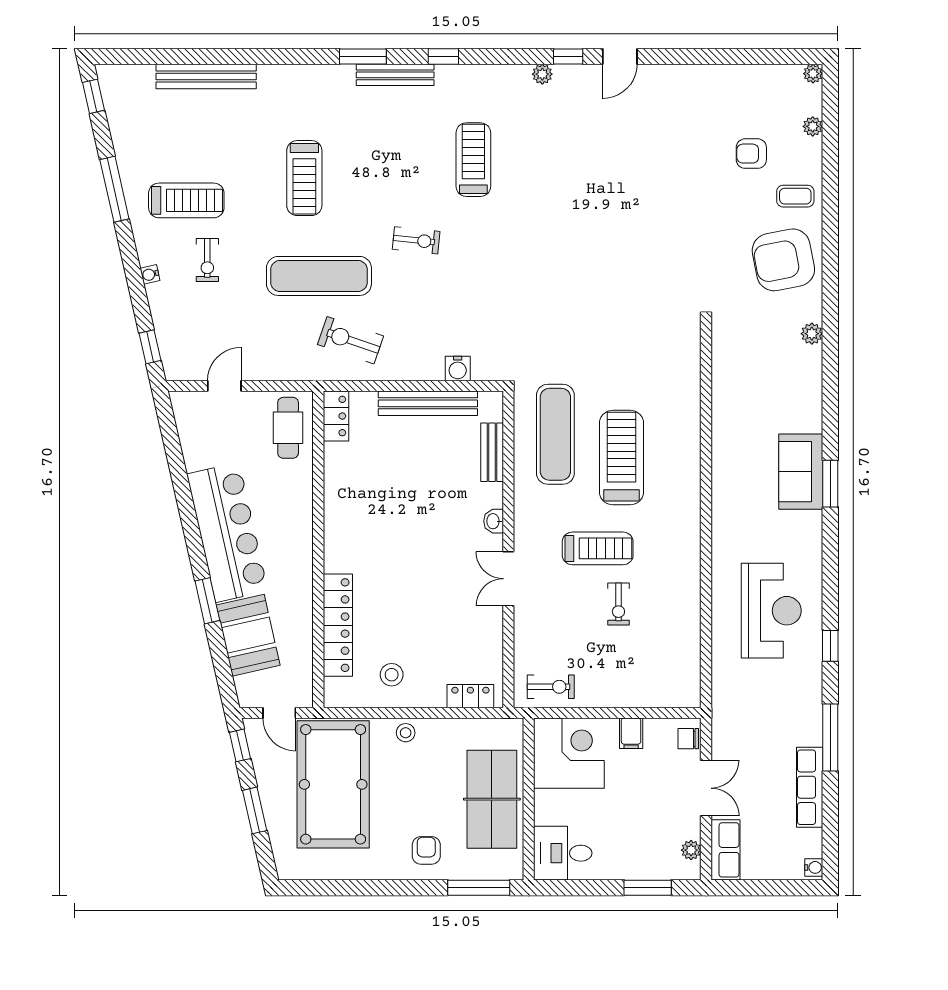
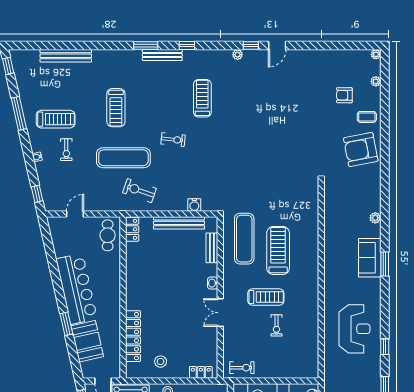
plant: (812, 334) -> (375, 218), moved

